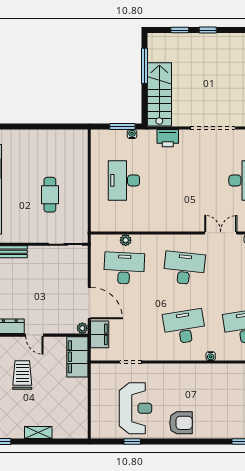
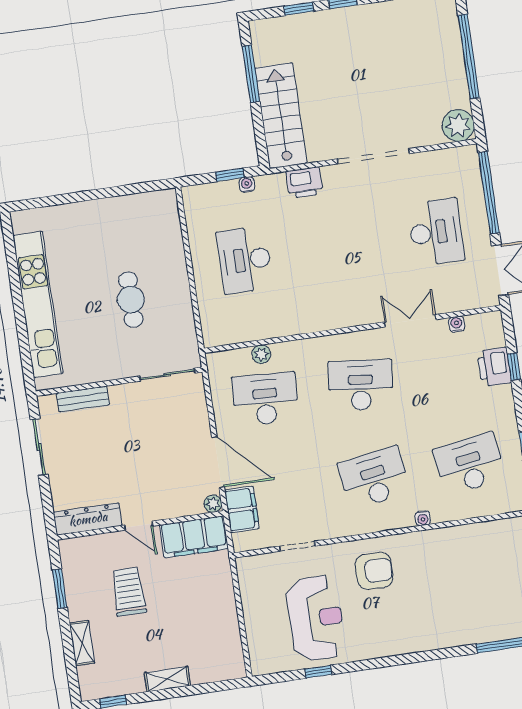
window: (122, 127) -> (230, 175), width x0.67
filing cabinet: (77, 357) -> (194, 537), moved, turned -90
armchair: (181, 423) -> (374, 571), moved

